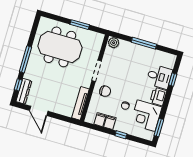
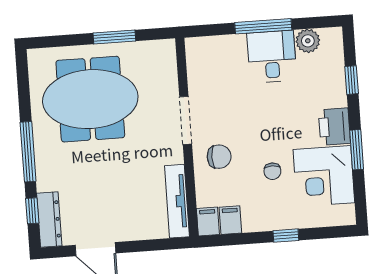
plant: (114, 43) -> (308, 41), moved
desk: (159, 77) -> (272, 57), moved, turned -90
filing cabinet: (110, 122) -> (208, 221), moved
window: (159, 128) -> (357, 150), moved

